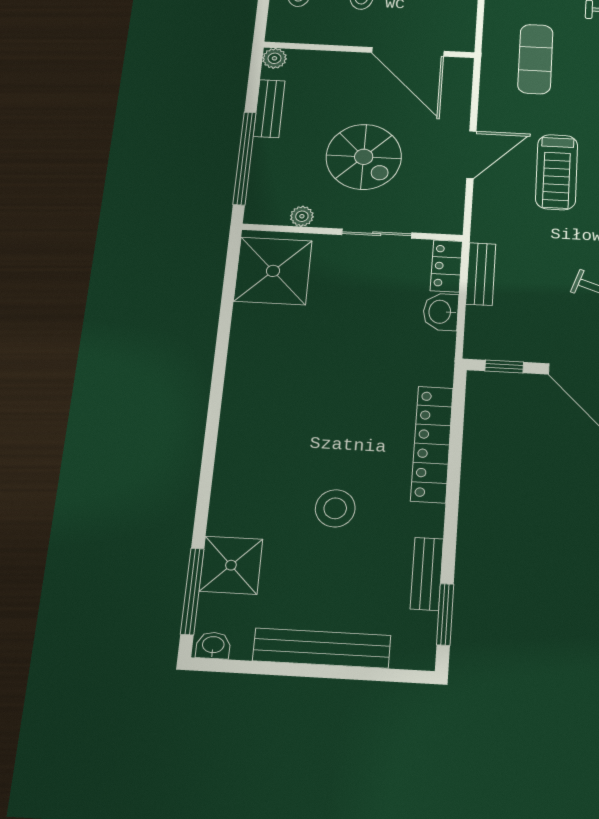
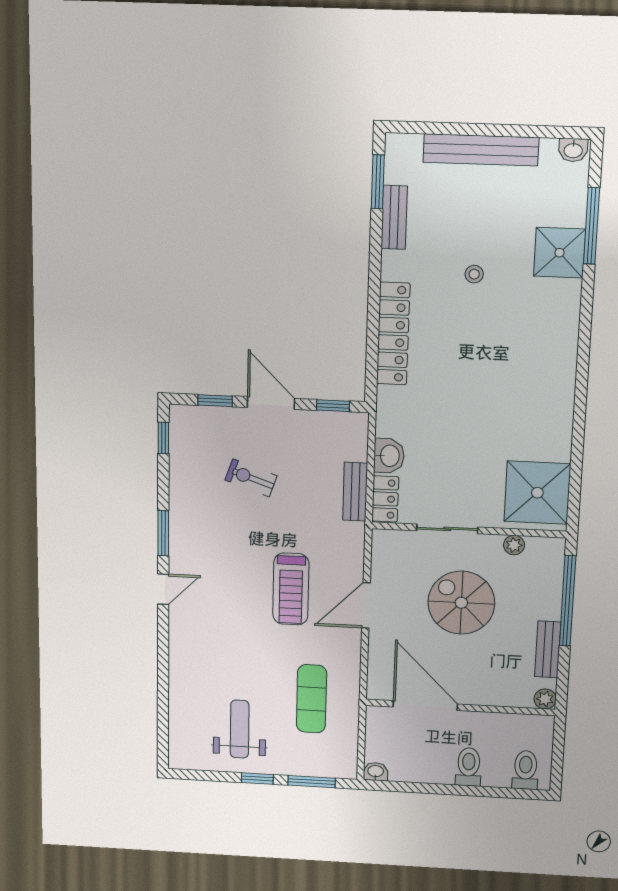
treadmill: (557, 172) -> (291, 589), turned 180
stool: (335, 508) -> (474, 274), width x0.53, depth x0.53
shower: (231, 565) -> (560, 253), moved
window: (192, 591) -> (592, 226), moved

